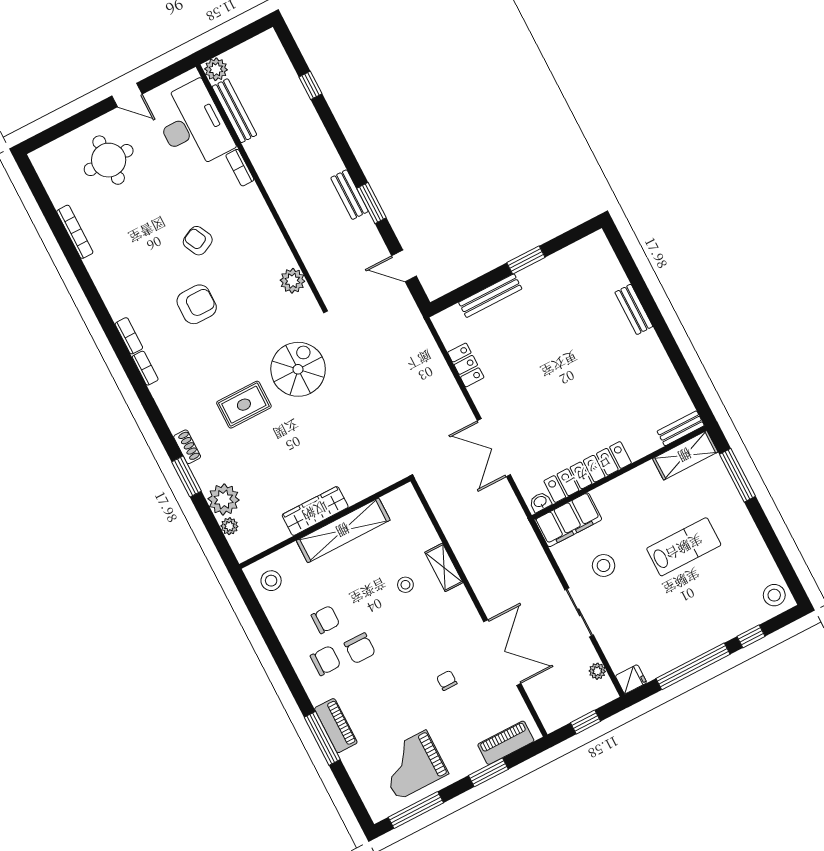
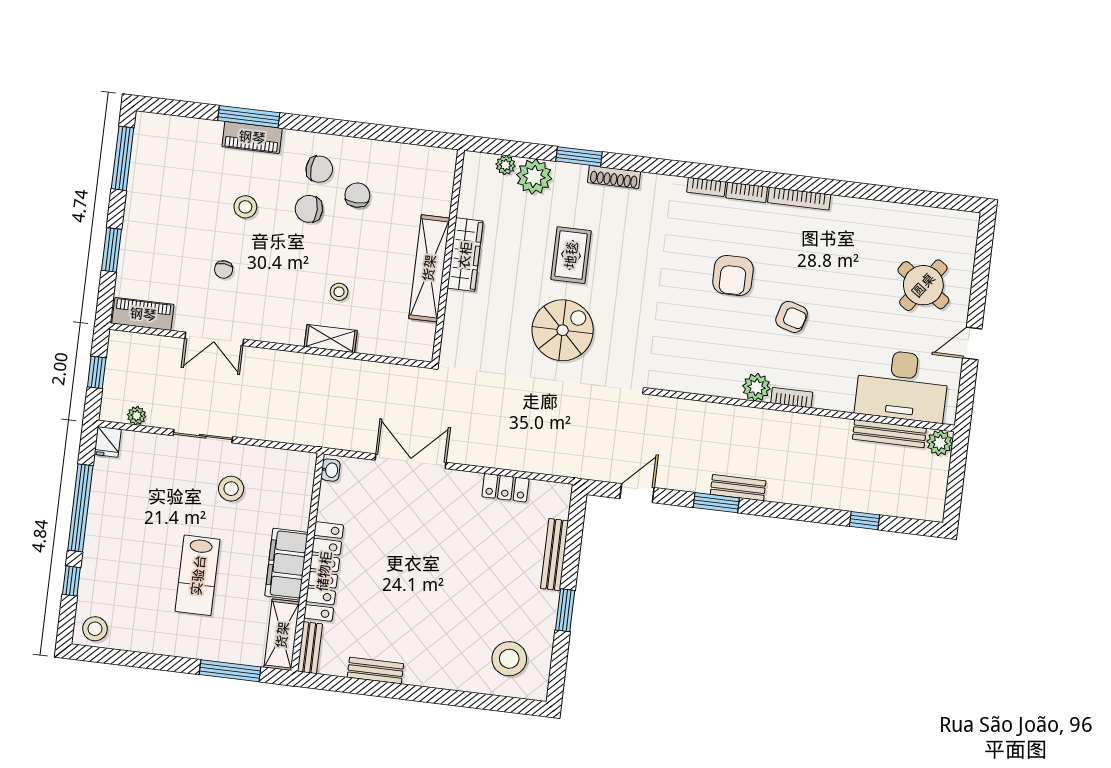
round table: (109, 160) -> (923, 285), turned 35
bookcase: (240, 168) -> (792, 398), moved
bookcase: (75, 232) -> (799, 199), moved
armchair: (198, 241) -> (792, 317), turned 42
stool: (589, 277) -> (509, 659), added
plant: (292, 281) -> (756, 387), moved
bench: (634, 309) -> (375, 671), moved
spiral stairs: (298, 369) -> (563, 330), moved, turned -90
rug: (244, 405) -> (571, 255), moved
shoe rack: (187, 447) -> (614, 177), width x1.43
locker: (588, 472) -> (324, 571), moved
filing cabinet: (568, 520) -> (286, 564), moved
stool: (271, 581) -> (245, 207), moved
chair: (325, 620) -> (357, 195), turned 180
double door: (502, 653) -> (214, 339), width x0.73
chair: (325, 661) -> (319, 169), turned -86
chair: (447, 680) -> (224, 270), turned 93
piano: (506, 743) -> (143, 314), moved, turned -90
grand piano: (412, 765) -> (167, 183), removed

